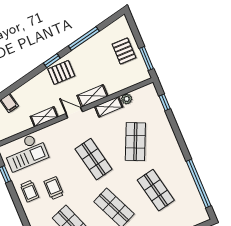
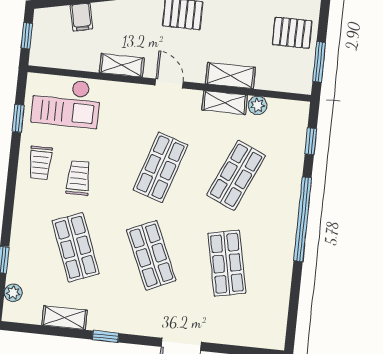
pallet: (124, 51) -> (292, 33), turned 90
shelving: (92, 96) -> (230, 76), moved
shop shelf: (94, 159) -> (160, 167), turned 30
window: (199, 184) -> (303, 219), moved

